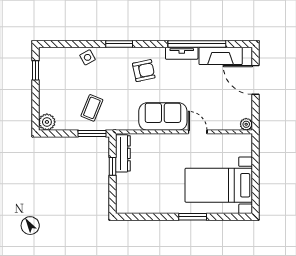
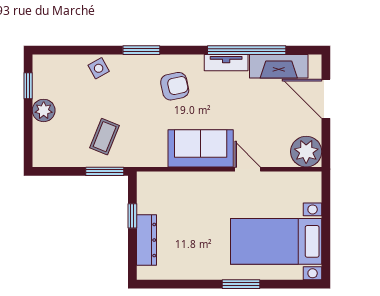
plant: (47, 122) -> (44, 110), moved
plant: (246, 124) -> (306, 152), width x1.88, depth x1.88
dresser: (123, 153) -> (147, 240), moved

